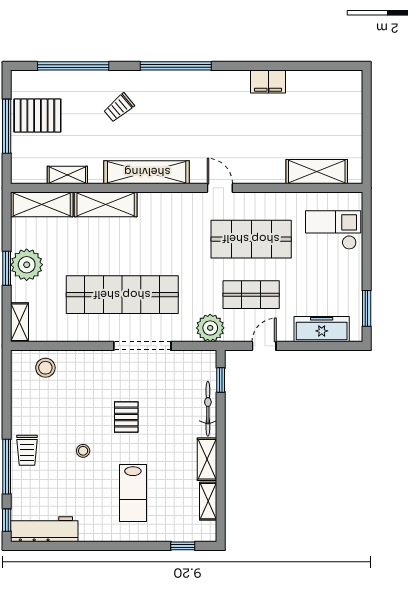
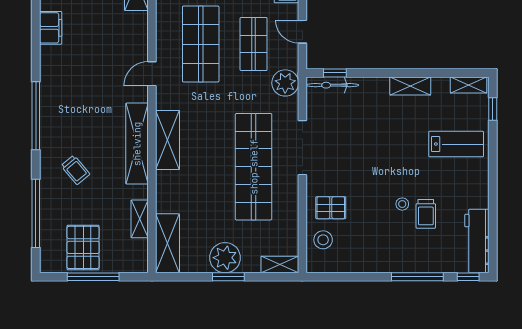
shelving: (106, 204) -> (168, 140), moved
bicycle: (208, 409) -> (332, 85), moved
pallet: (126, 417) -> (331, 208), moved
trolley: (27, 450) -> (426, 214), moved, turned 90
lab bench: (133, 493) -> (456, 144), moved
shelving: (208, 501) -> (469, 85), moved

